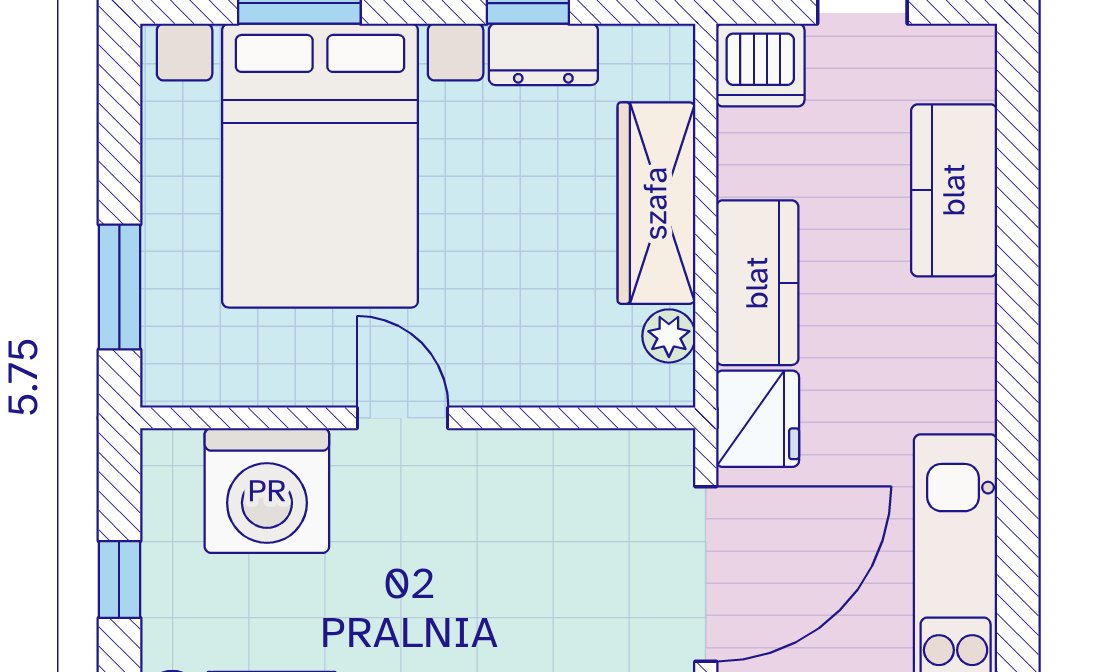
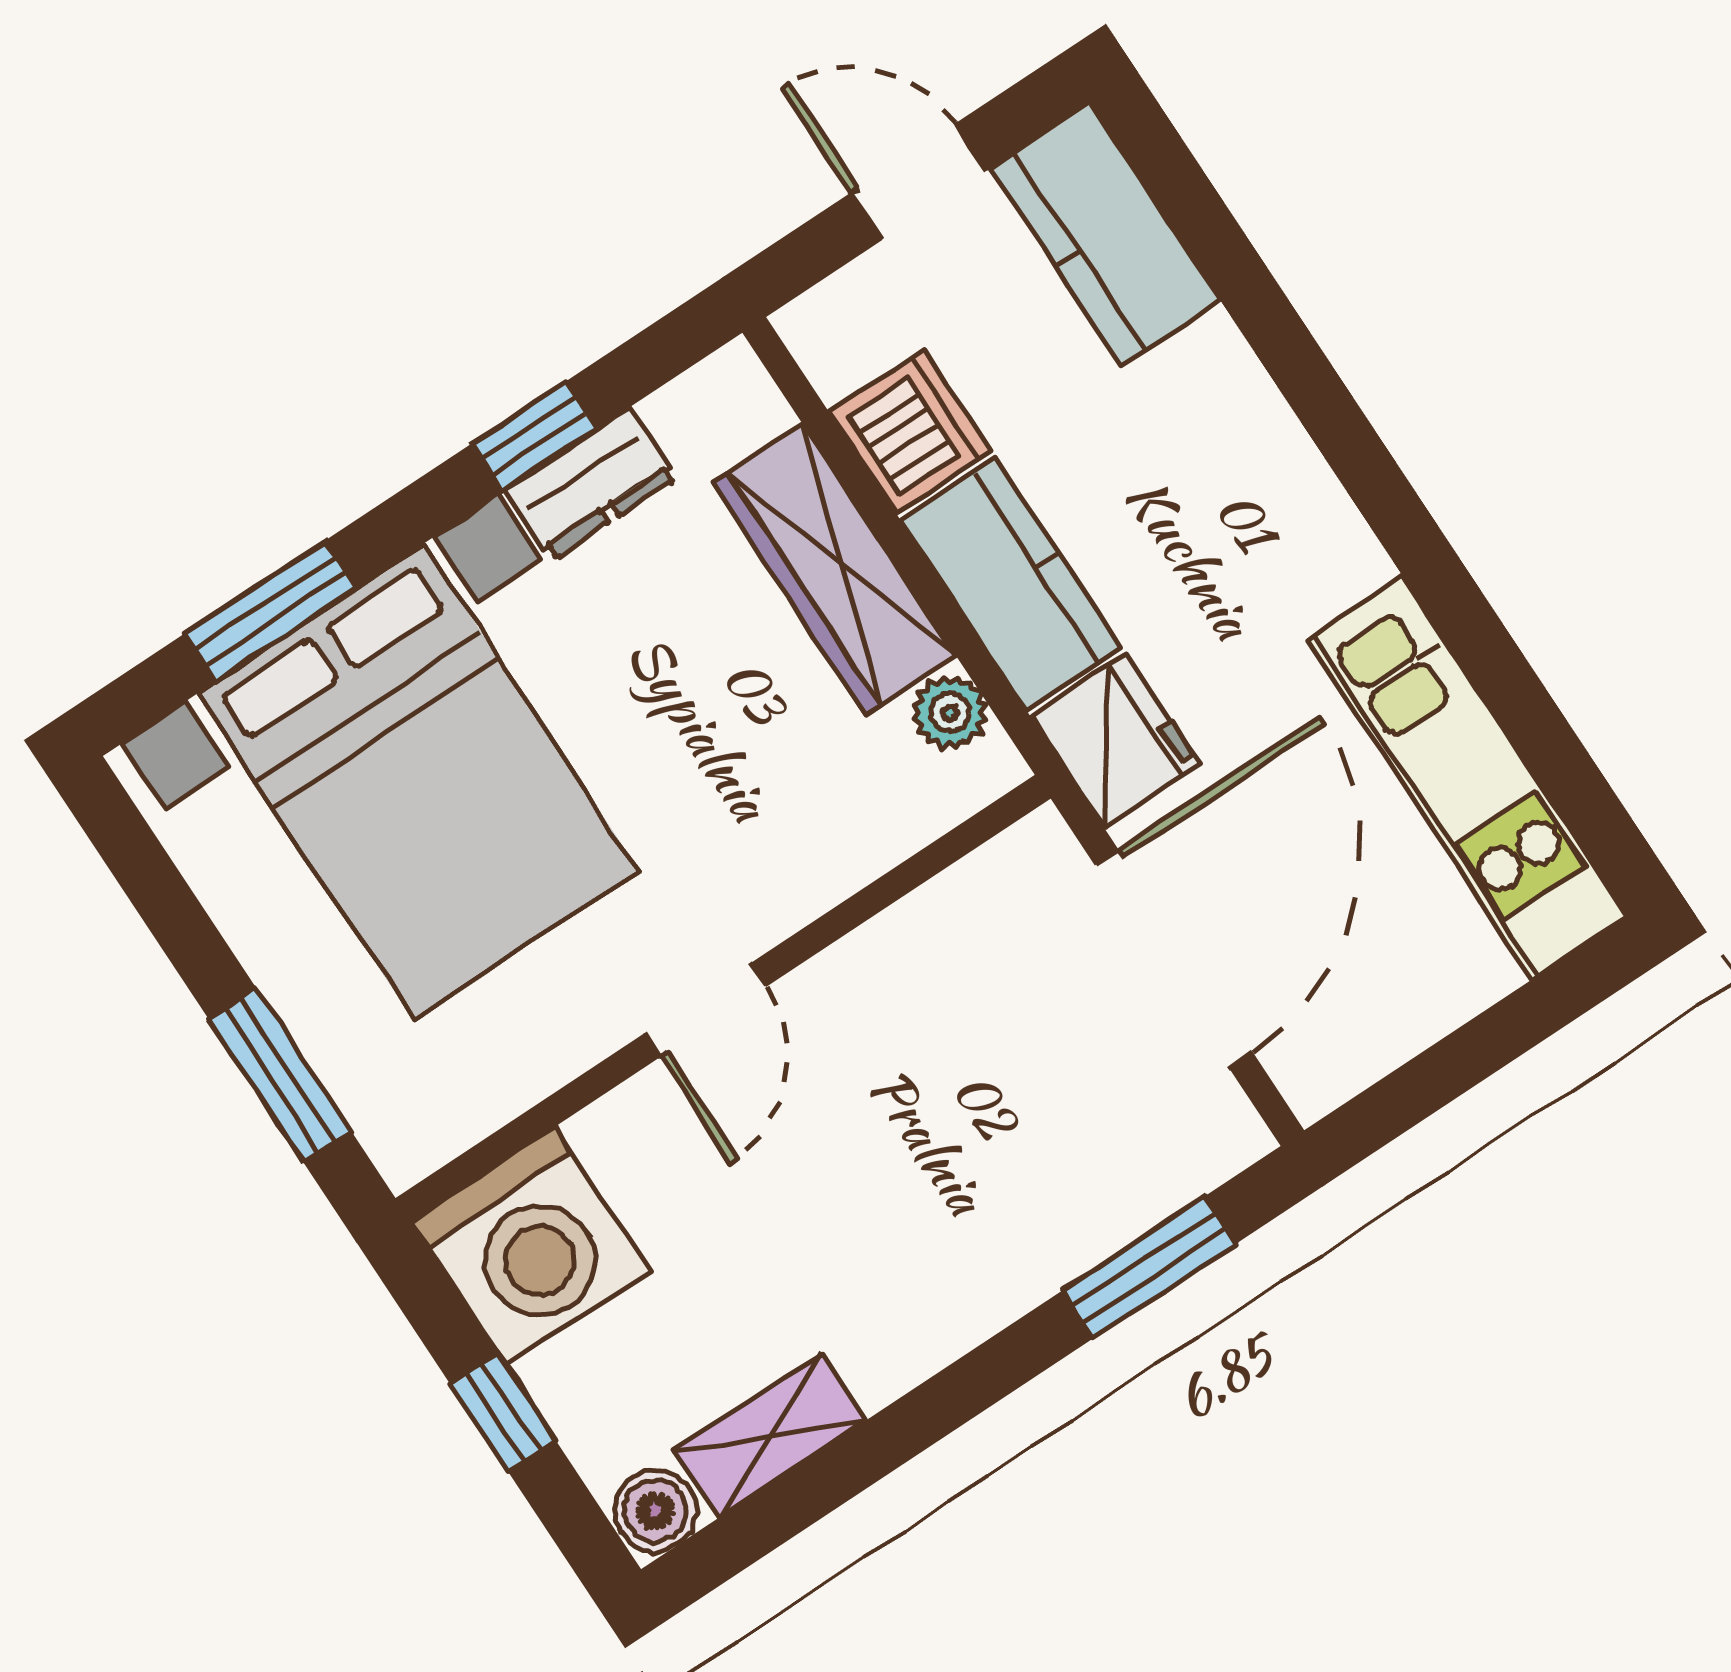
dishwasher: (760, 65) -> (910, 432), moved, turned -90
kitchen counter: (954, 190) -> (1106, 235), moved
door: (403, 418) -> (705, 1010), swing flipped
washing machine: (267, 491) -> (530, 1246), moved

